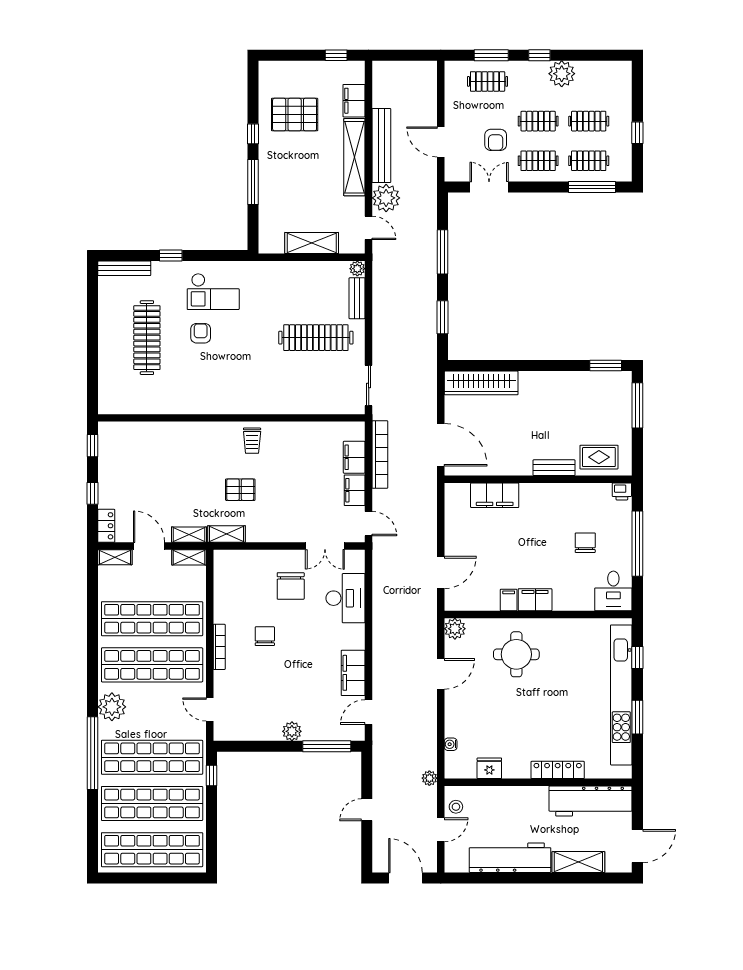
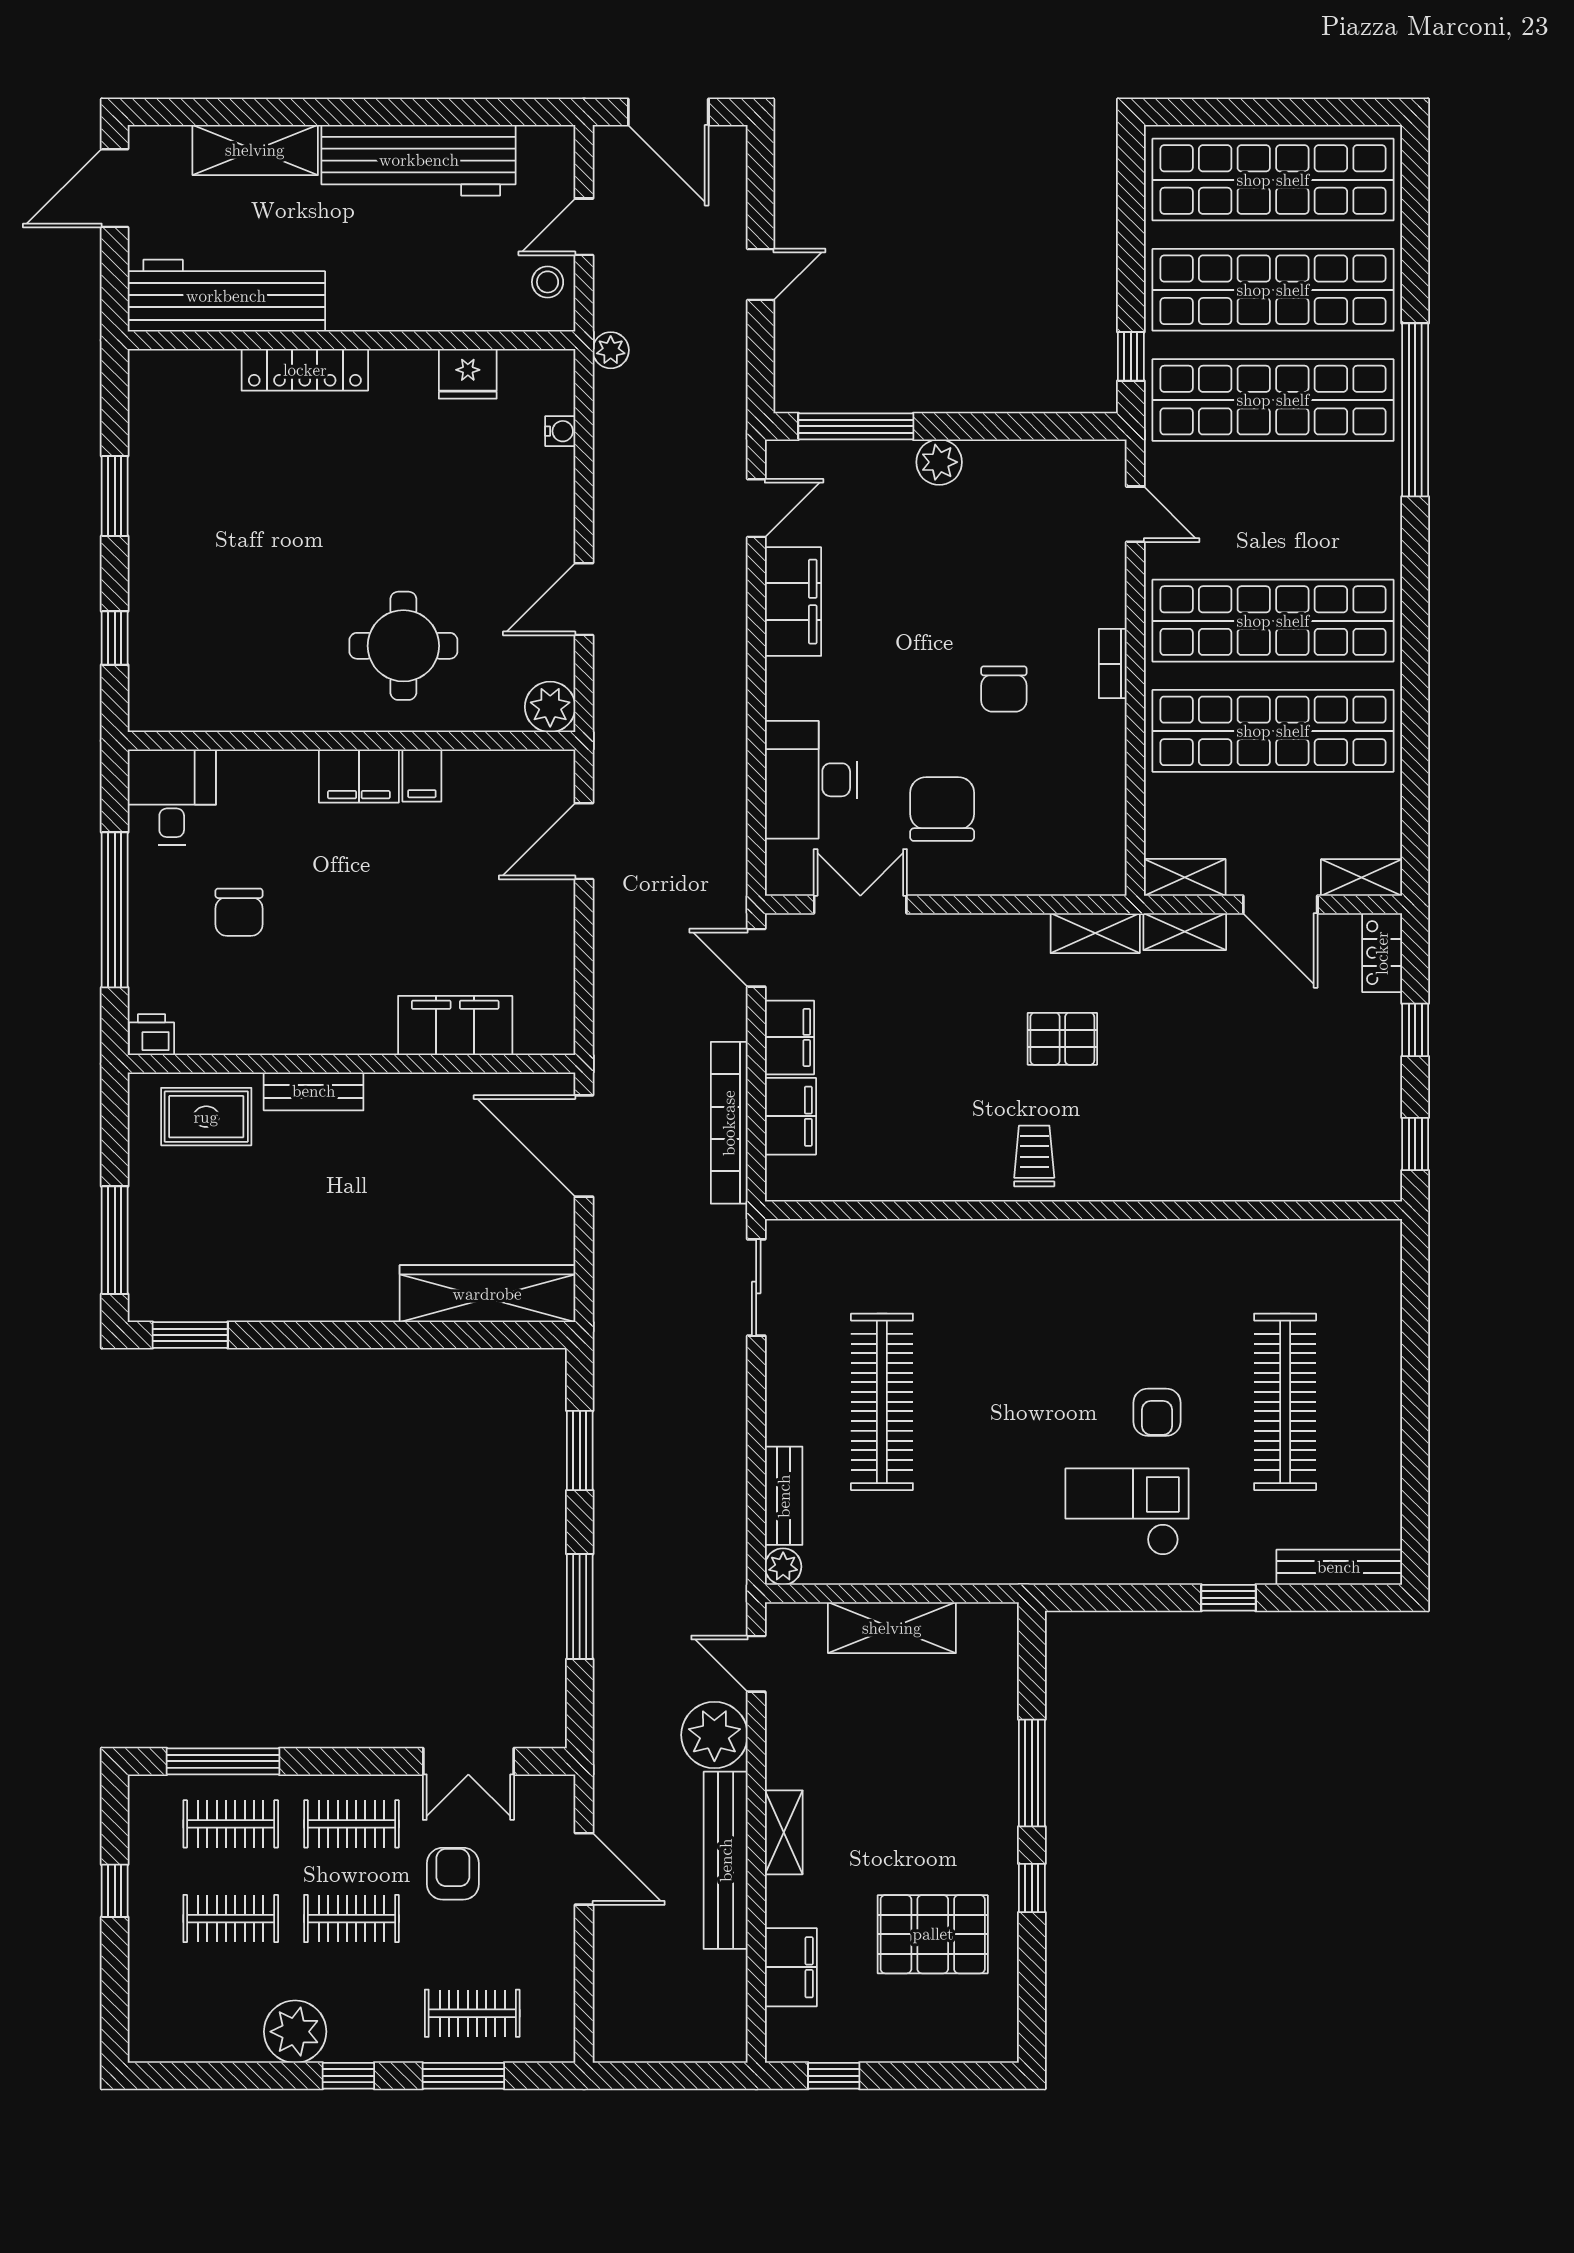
shelving: (354, 157) -> (784, 1832), width x0.45, depth x0.75
clothes rail: (316, 338) -> (882, 1402), turned 90
bookcase: (219, 647) -> (1113, 664), width x0.64
kitchen unit: (621, 695) -> (153, 549), removed
plant: (112, 707) -> (1369, 521), removed

